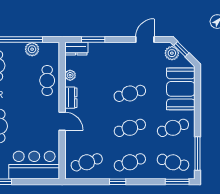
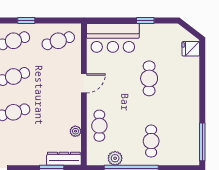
dresser: (76, 49) -> (64, 159), width x1.44
dresser: (71, 98) -> (75, 108), removed
door: (62, 121) -> (84, 83), swing flipped

